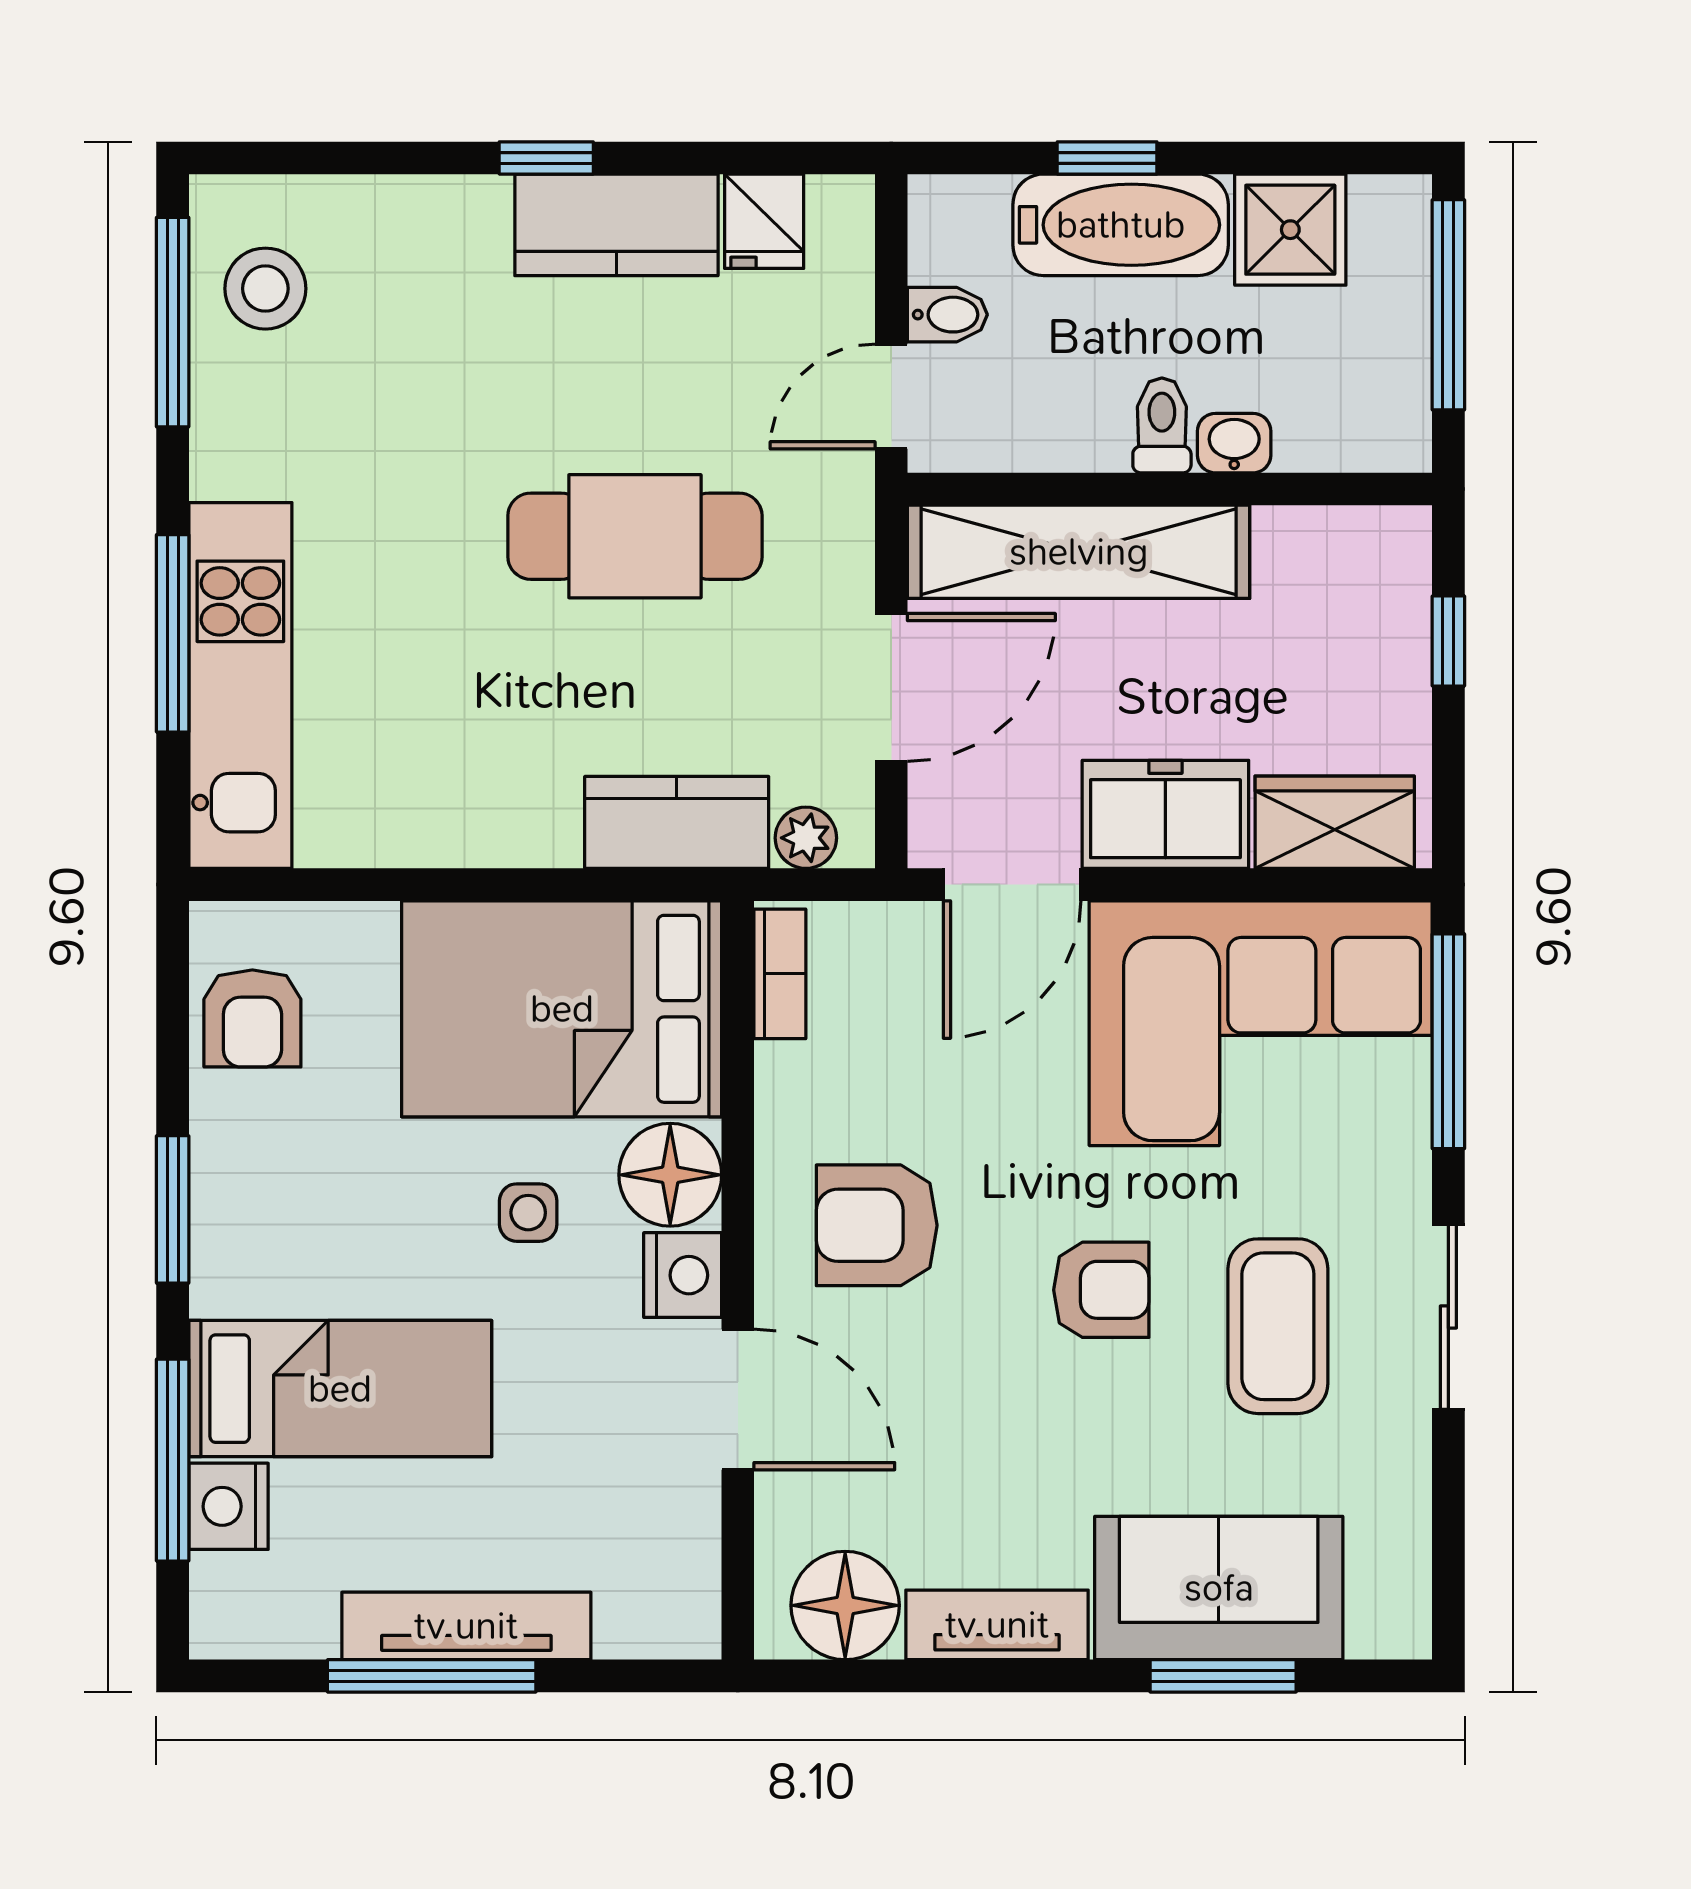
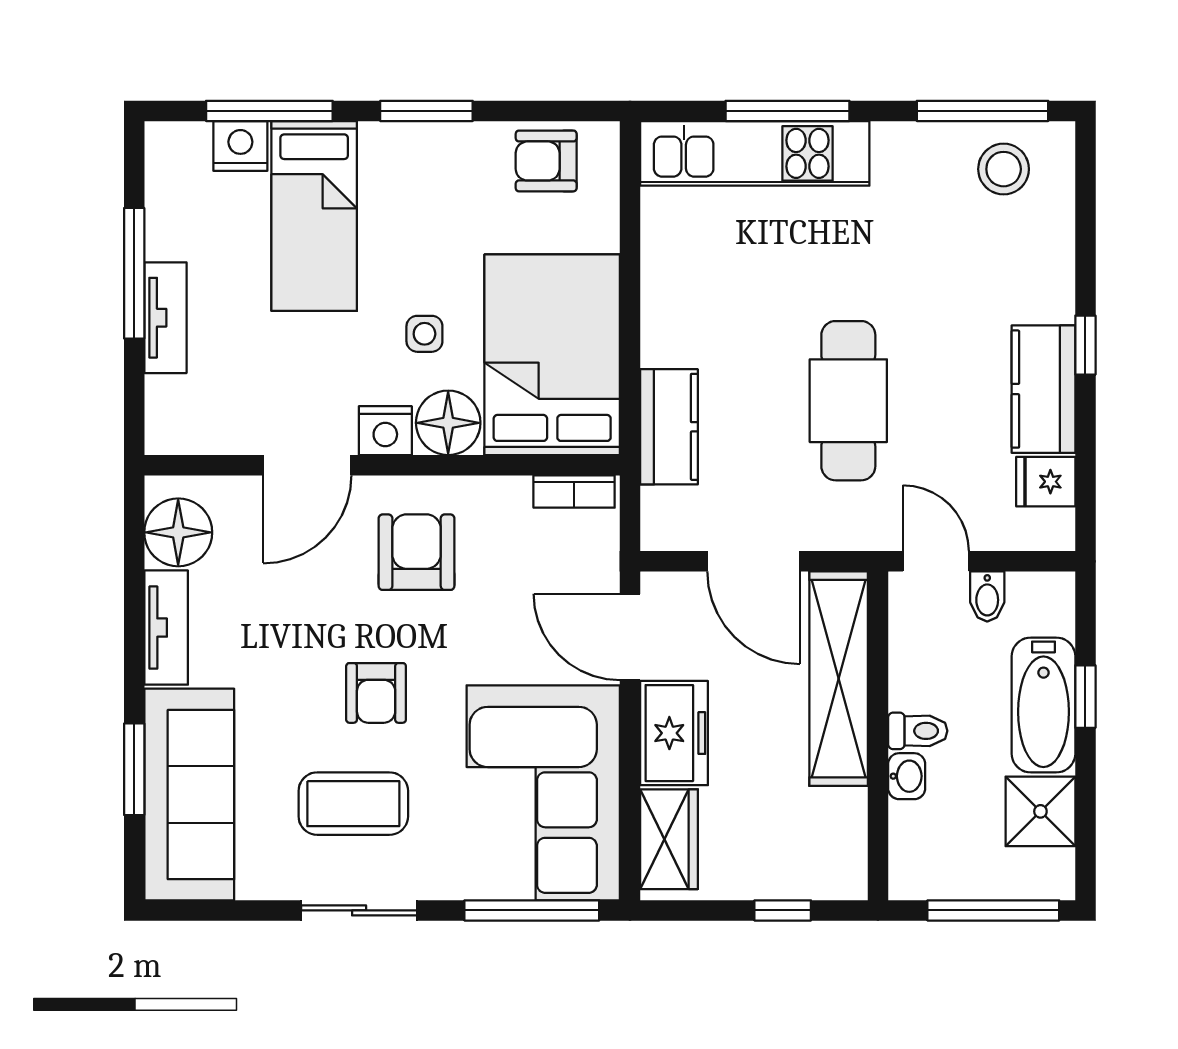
plant: (806, 838) -> (659, 508), removed
sofa: (1219, 1588) -> (189, 795), width x1.36
tv unit: (466, 1626) -> (165, 318), width x0.71

